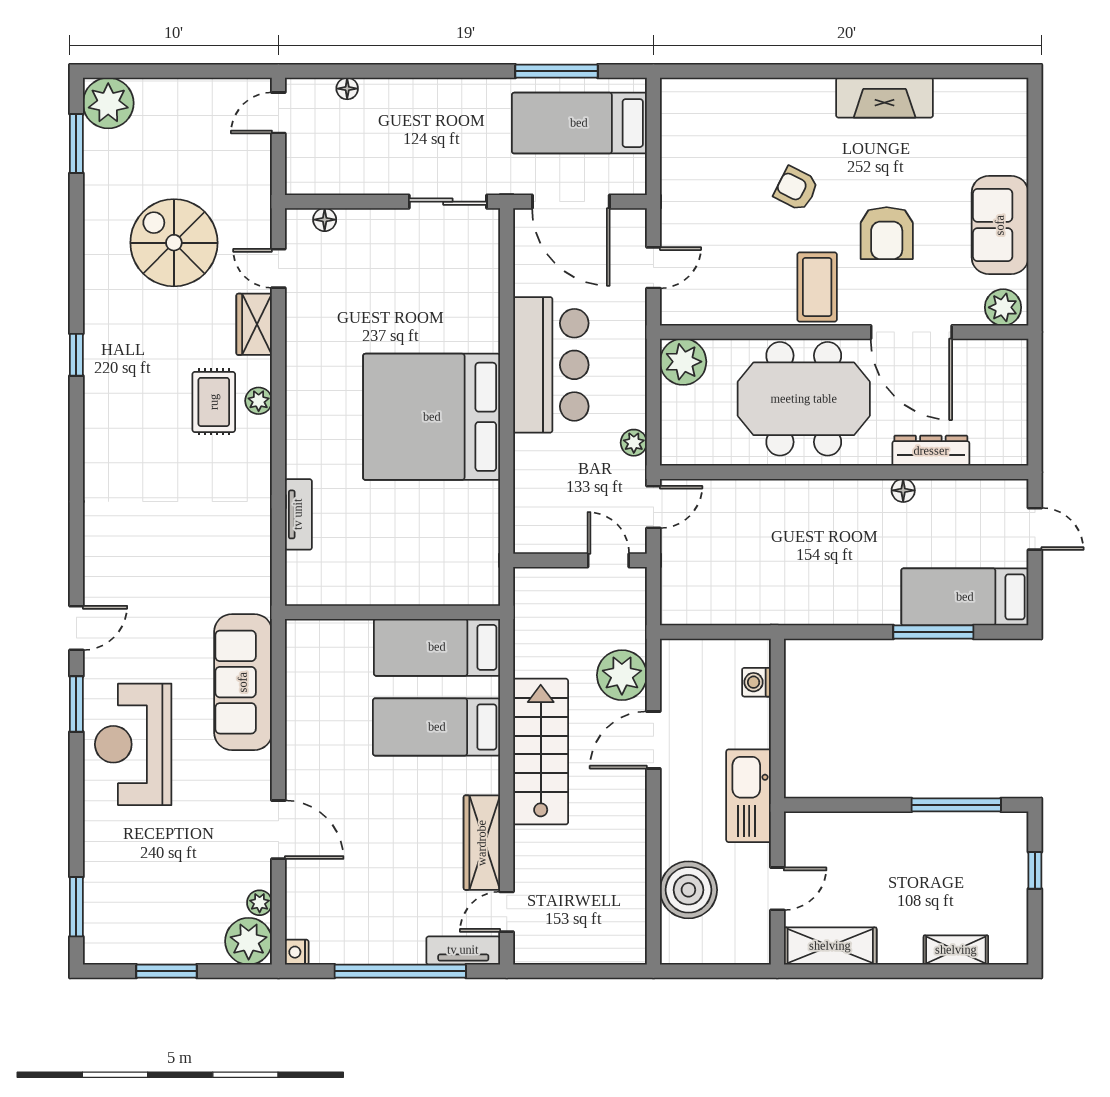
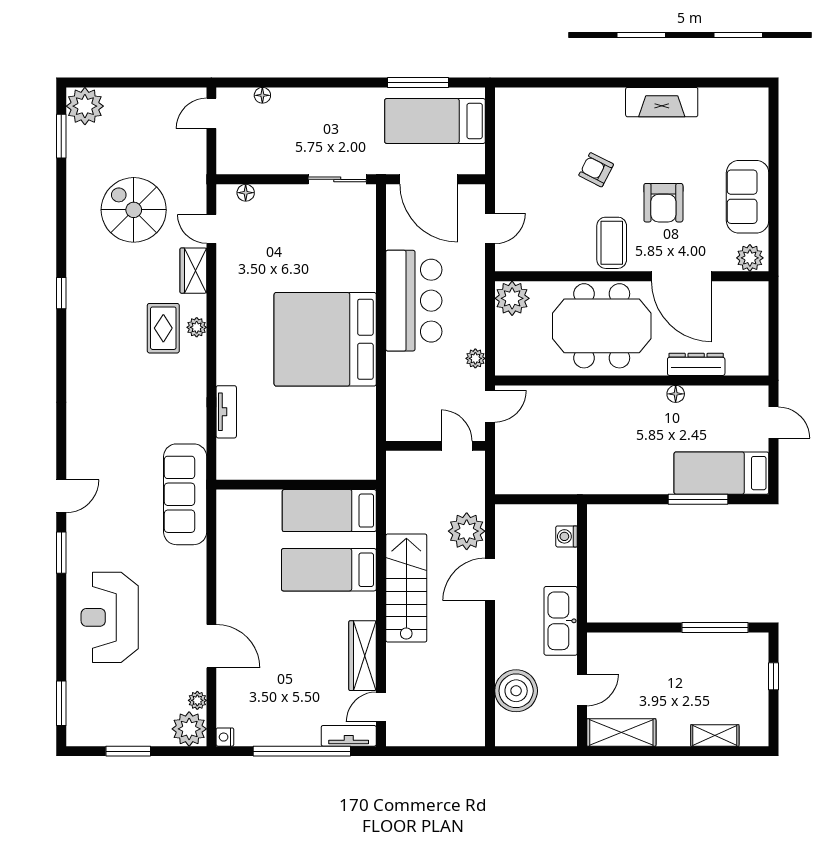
sofa: (243, 682) -> (185, 494), moved
reception desk: (133, 744) -> (110, 617), moved

